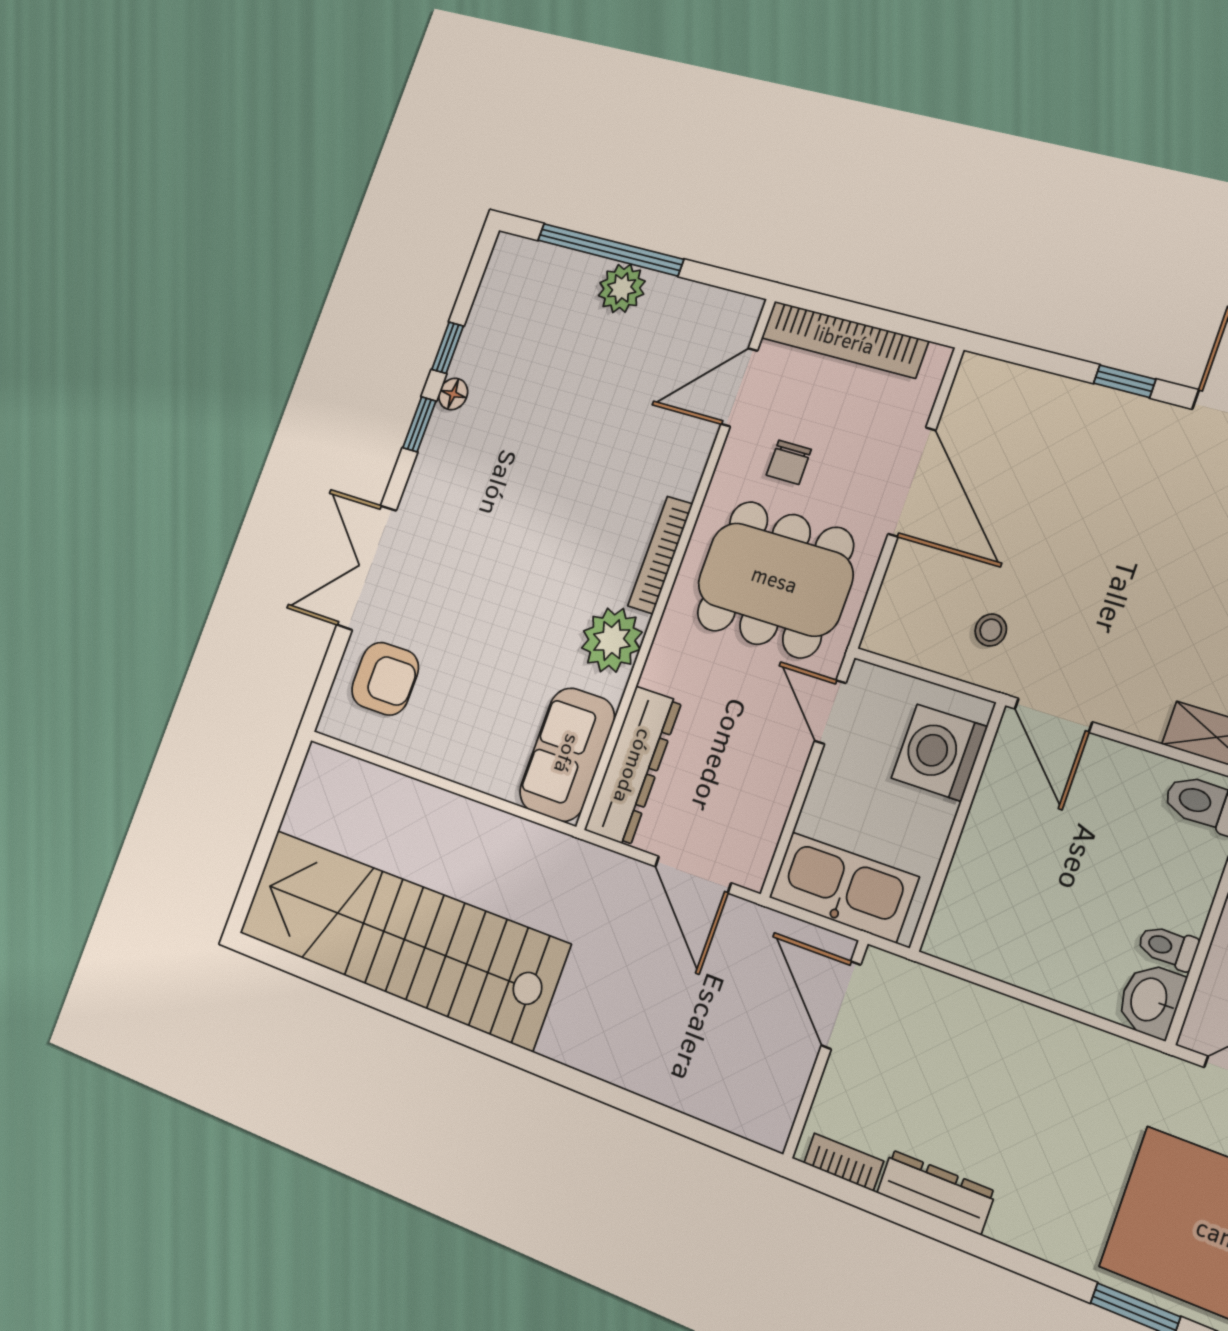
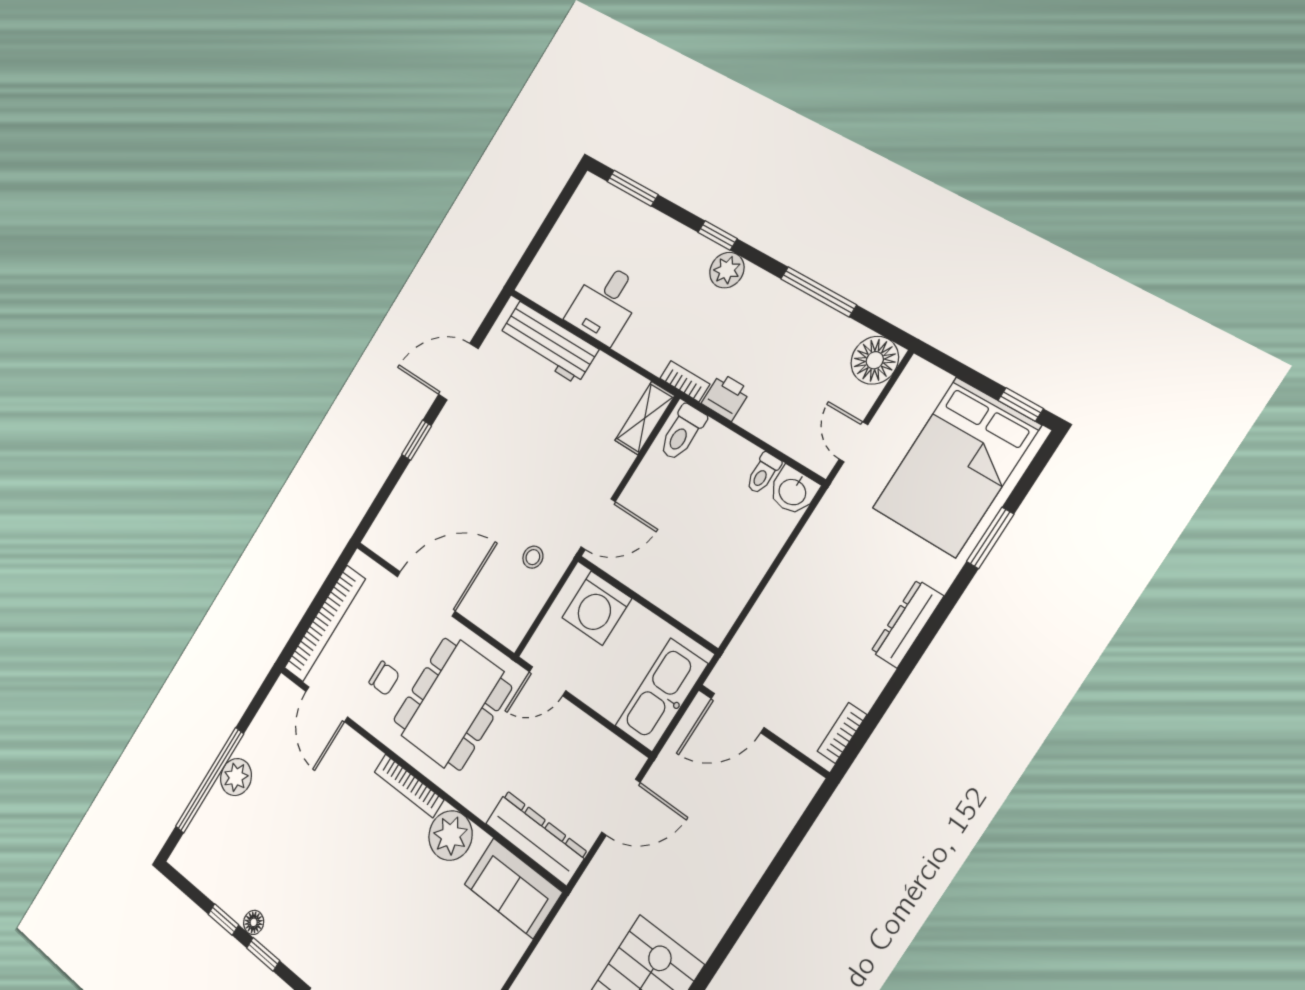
dresser: (936, 1192) -> (907, 624), moved

